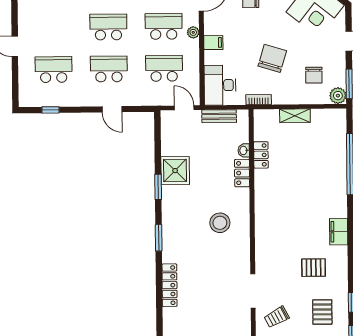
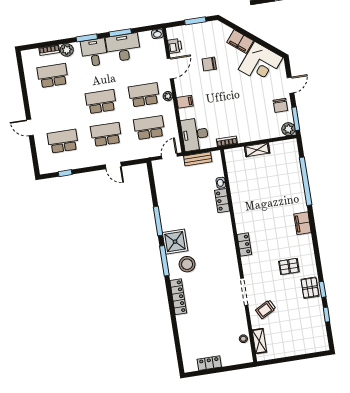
chair: (272, 58) -> (233, 107), removed
chair: (314, 75) -> (280, 105), moved
door: (184, 108) -> (169, 156), hinge flipped
locker: (261, 155) -> (244, 244), moved
shower: (175, 171) -> (175, 242), moved
window: (158, 187) -> (158, 221), width x1.44
stool: (220, 223) -> (187, 264), moved
filing cabinet: (339, 232) -> (303, 223), moved
window: (159, 238) -> (164, 261), width x1.44
pallet: (322, 312) -> (310, 288), moved

